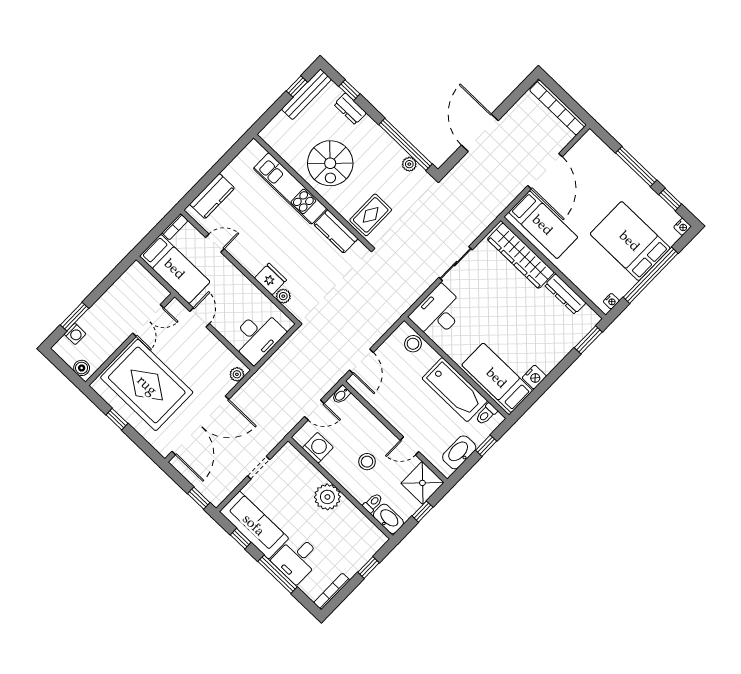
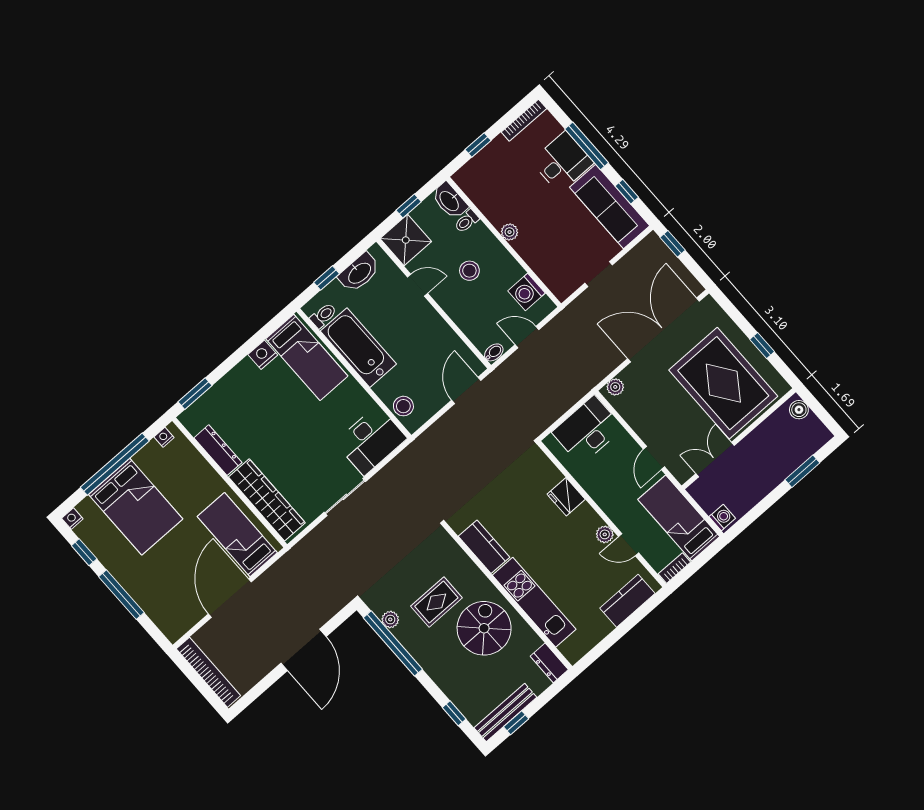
dresser: (350, 109) -> (549, 663), moved, turned 180
rug: (371, 215) -> (436, 602), moved
plant: (283, 296) -> (605, 534), moved
washing machine: (75, 334) -> (722, 517), moved, turned 90
plant: (327, 497) -> (510, 232), width x0.53, depth x0.53

